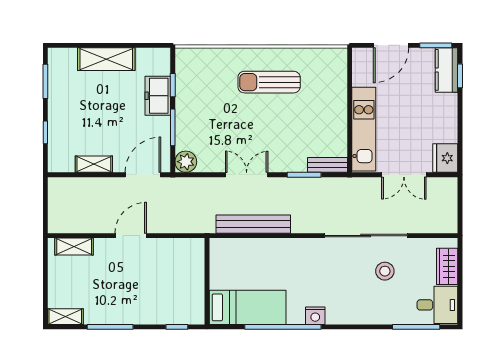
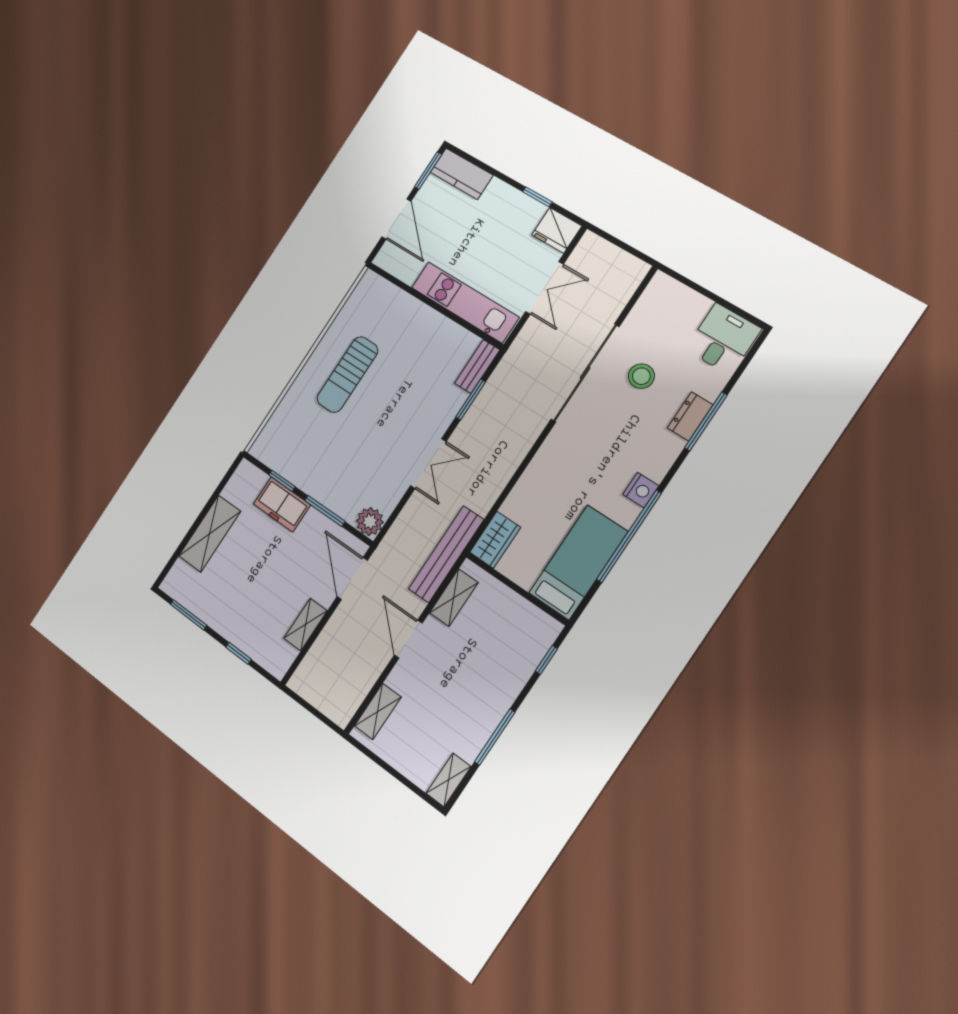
window: (460, 76) -> (537, 197), moved
double door: (247, 175) -> (428, 464), swing flipped
bench: (253, 224) -> (446, 554), moved
shelving: (175, 247) -> (454, 598), added
wardrobe: (447, 266) -> (495, 540), moved, turned -90
dresser: (378, 316) -> (690, 416), added
window: (416, 327) -> (706, 422), moved

